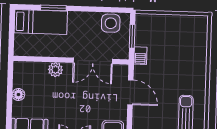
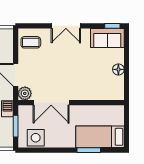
double door: (93, 61) -> (51, 103), swing flipped
plant: (55, 70) -> (25, 93), moved

